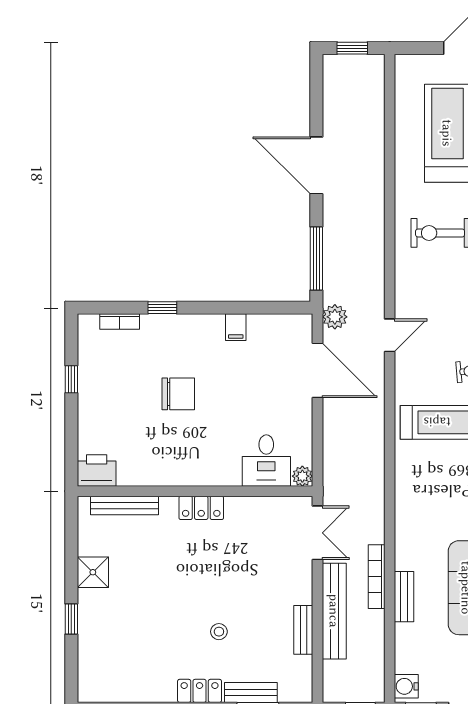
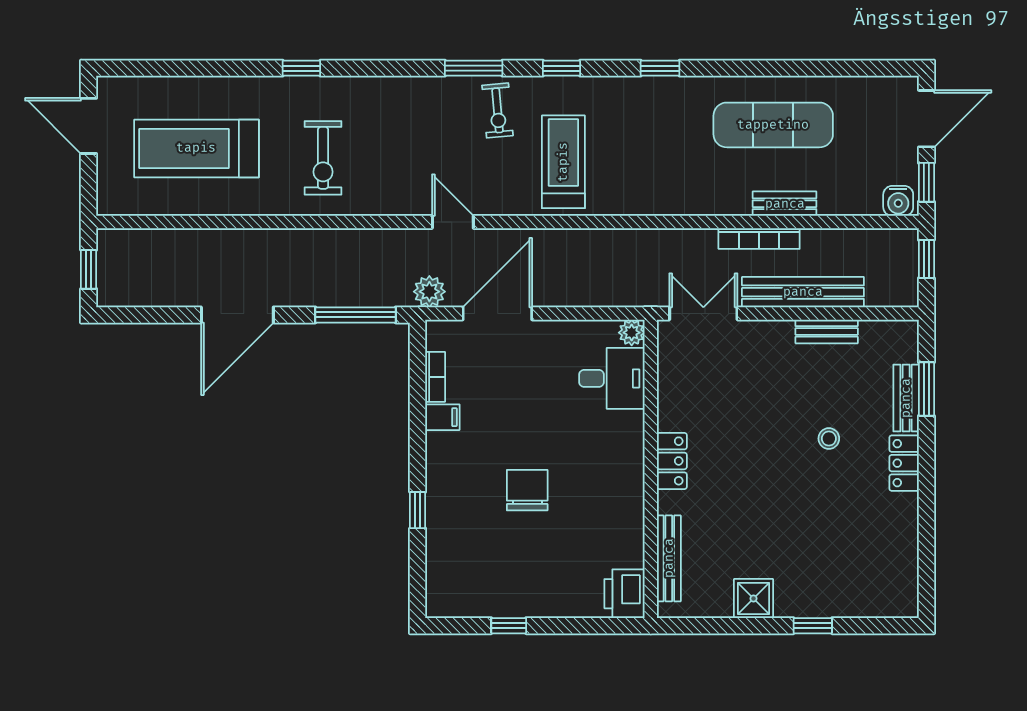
bookcase: (120, 321) -> (435, 377), moved

